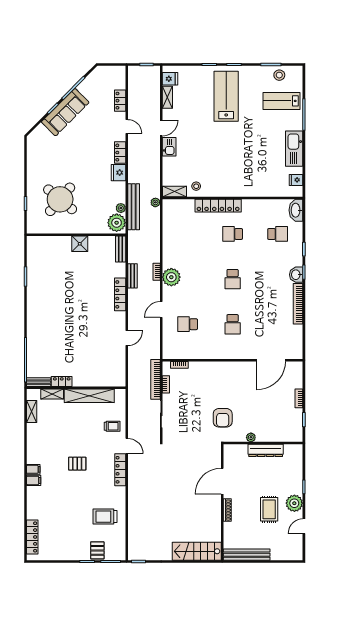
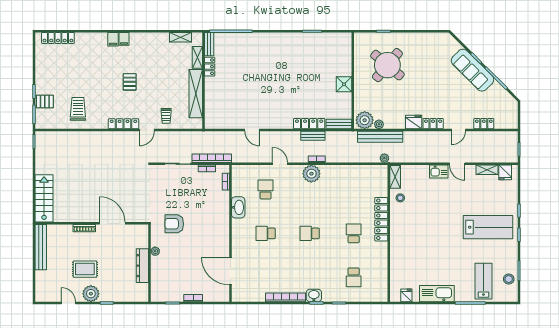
washbasin: (296, 210) -> (238, 207), moved, turned 90
locker: (120, 294) -> (309, 124), moved

